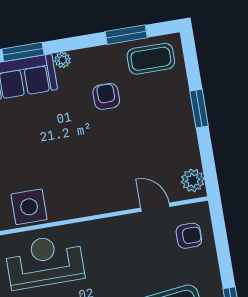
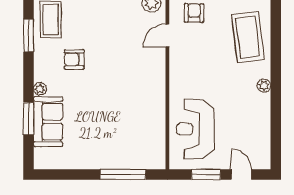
side table: (29, 207) -> (151, 134), removed

